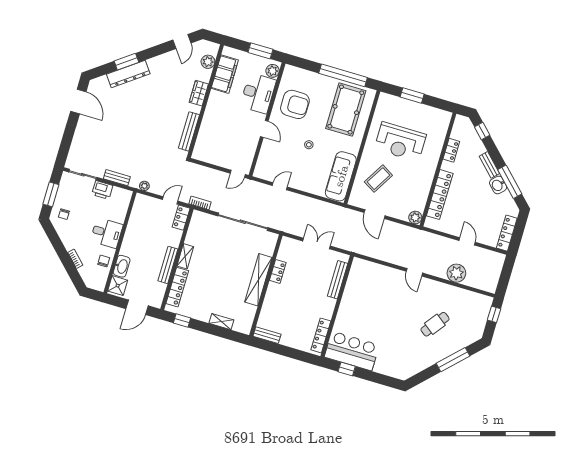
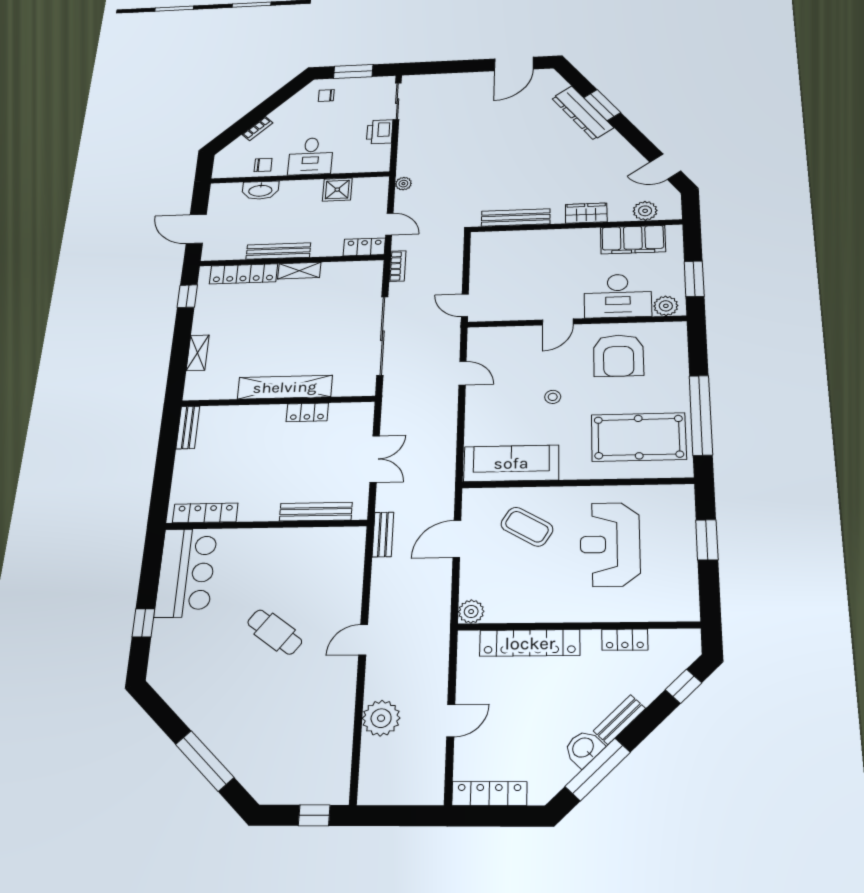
bench: (117, 178) -> (383, 534), moved
shower: (118, 286) -> (337, 190), moved
cafe table: (435, 324) -> (275, 632), moved
window: (347, 369) -> (143, 623), moved

